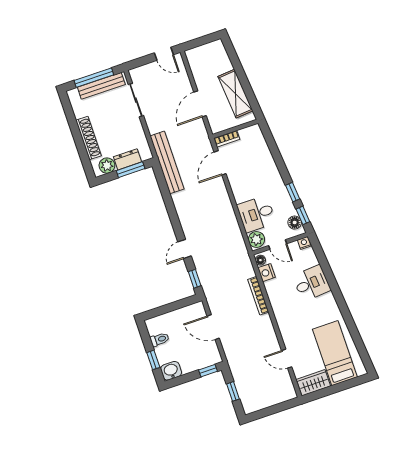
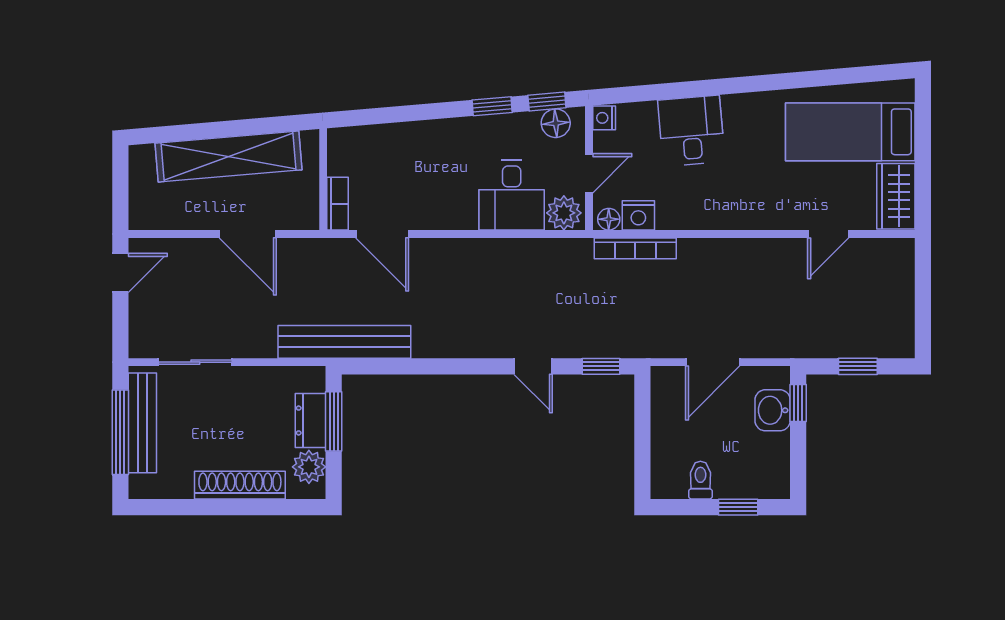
shelving: (235, 94) -> (228, 156), width x1.47
bookcase: (258, 296) -> (635, 248), moved
washbasin: (171, 371) -> (773, 410), moved

